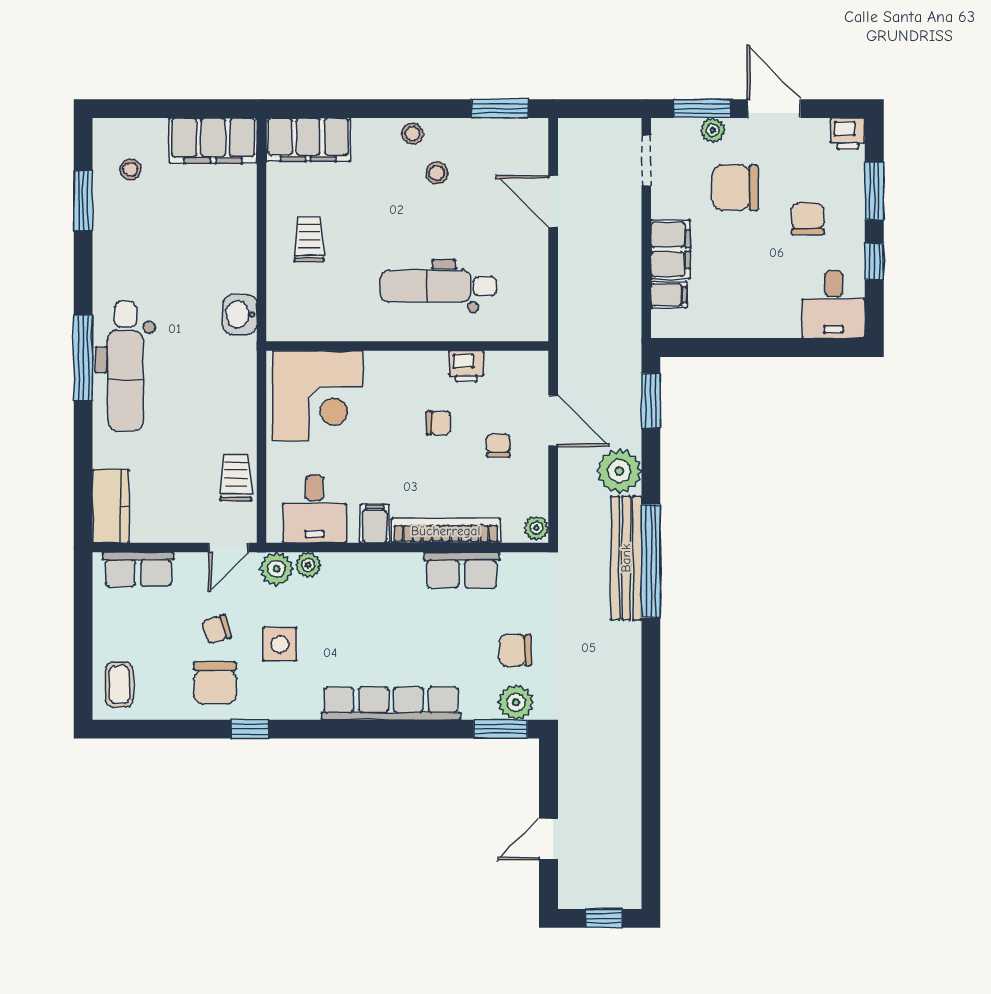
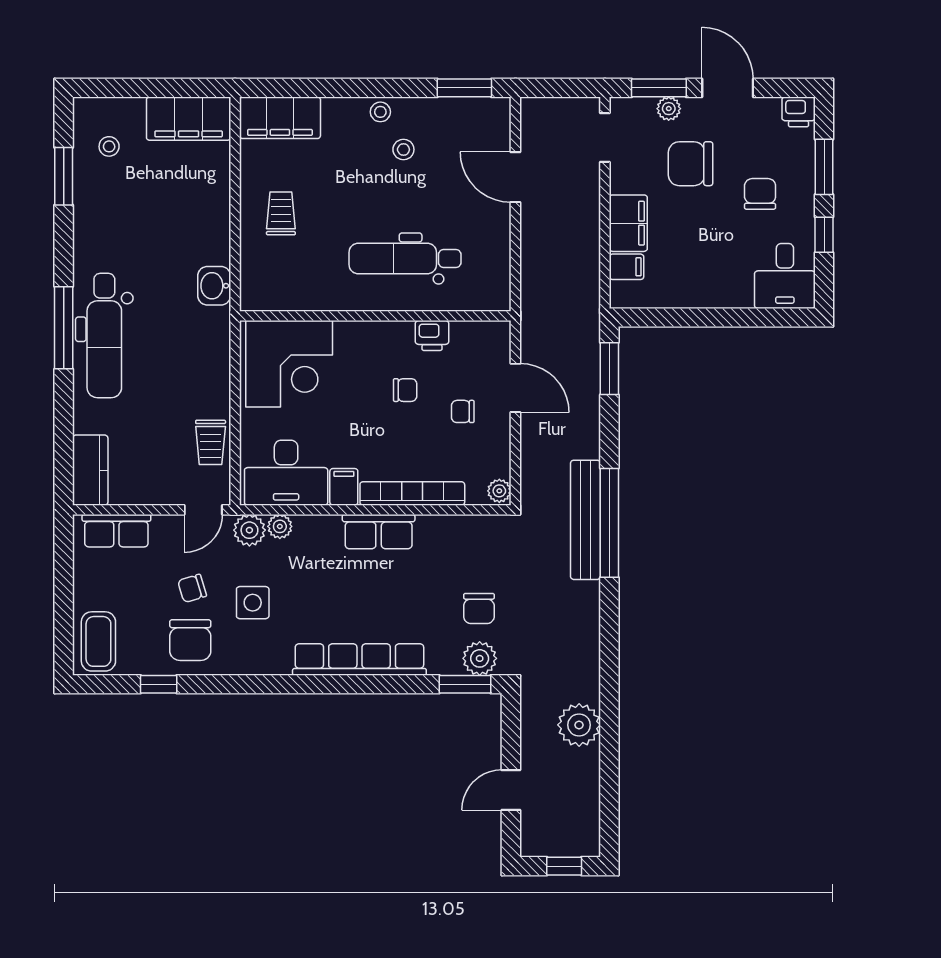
chair: (498, 445) -> (463, 411), turned -90
plant: (619, 471) -> (579, 725), moved
trolley: (236, 477) -> (211, 442), turned 180
desk: (315, 509) -> (286, 473), width x1.37
row of seats: (462, 570) -> (379, 532), moved
chair: (515, 650) -> (479, 608), turned -90
coffee table: (119, 685) -> (98, 641), width x1.36, depth x1.30
window: (250, 729) -> (159, 684), moved

